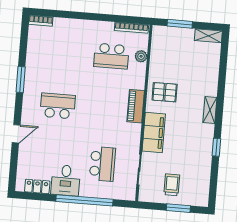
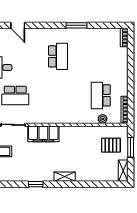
pallet: (165, 92) -> (111, 145), moved, turned 90
piano: (136, 106) -> (63, 118), removed
door: (16, 134) -> (18, 25), moved

